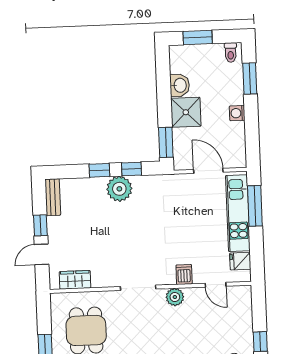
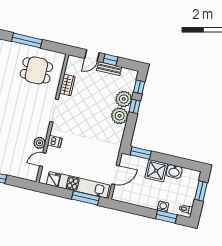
washing machine: (237, 113) -> (163, 207), moved
window: (132, 169) -> (139, 87), moved
plant: (93, 190) -> (124, 99), added
bench: (53, 197) -> (109, 69), moved
door: (42, 254) -> (92, 56), swing flipped
wardrobe: (75, 280) -> (67, 85), moved
plant: (175, 297) -> (40, 143), moved

